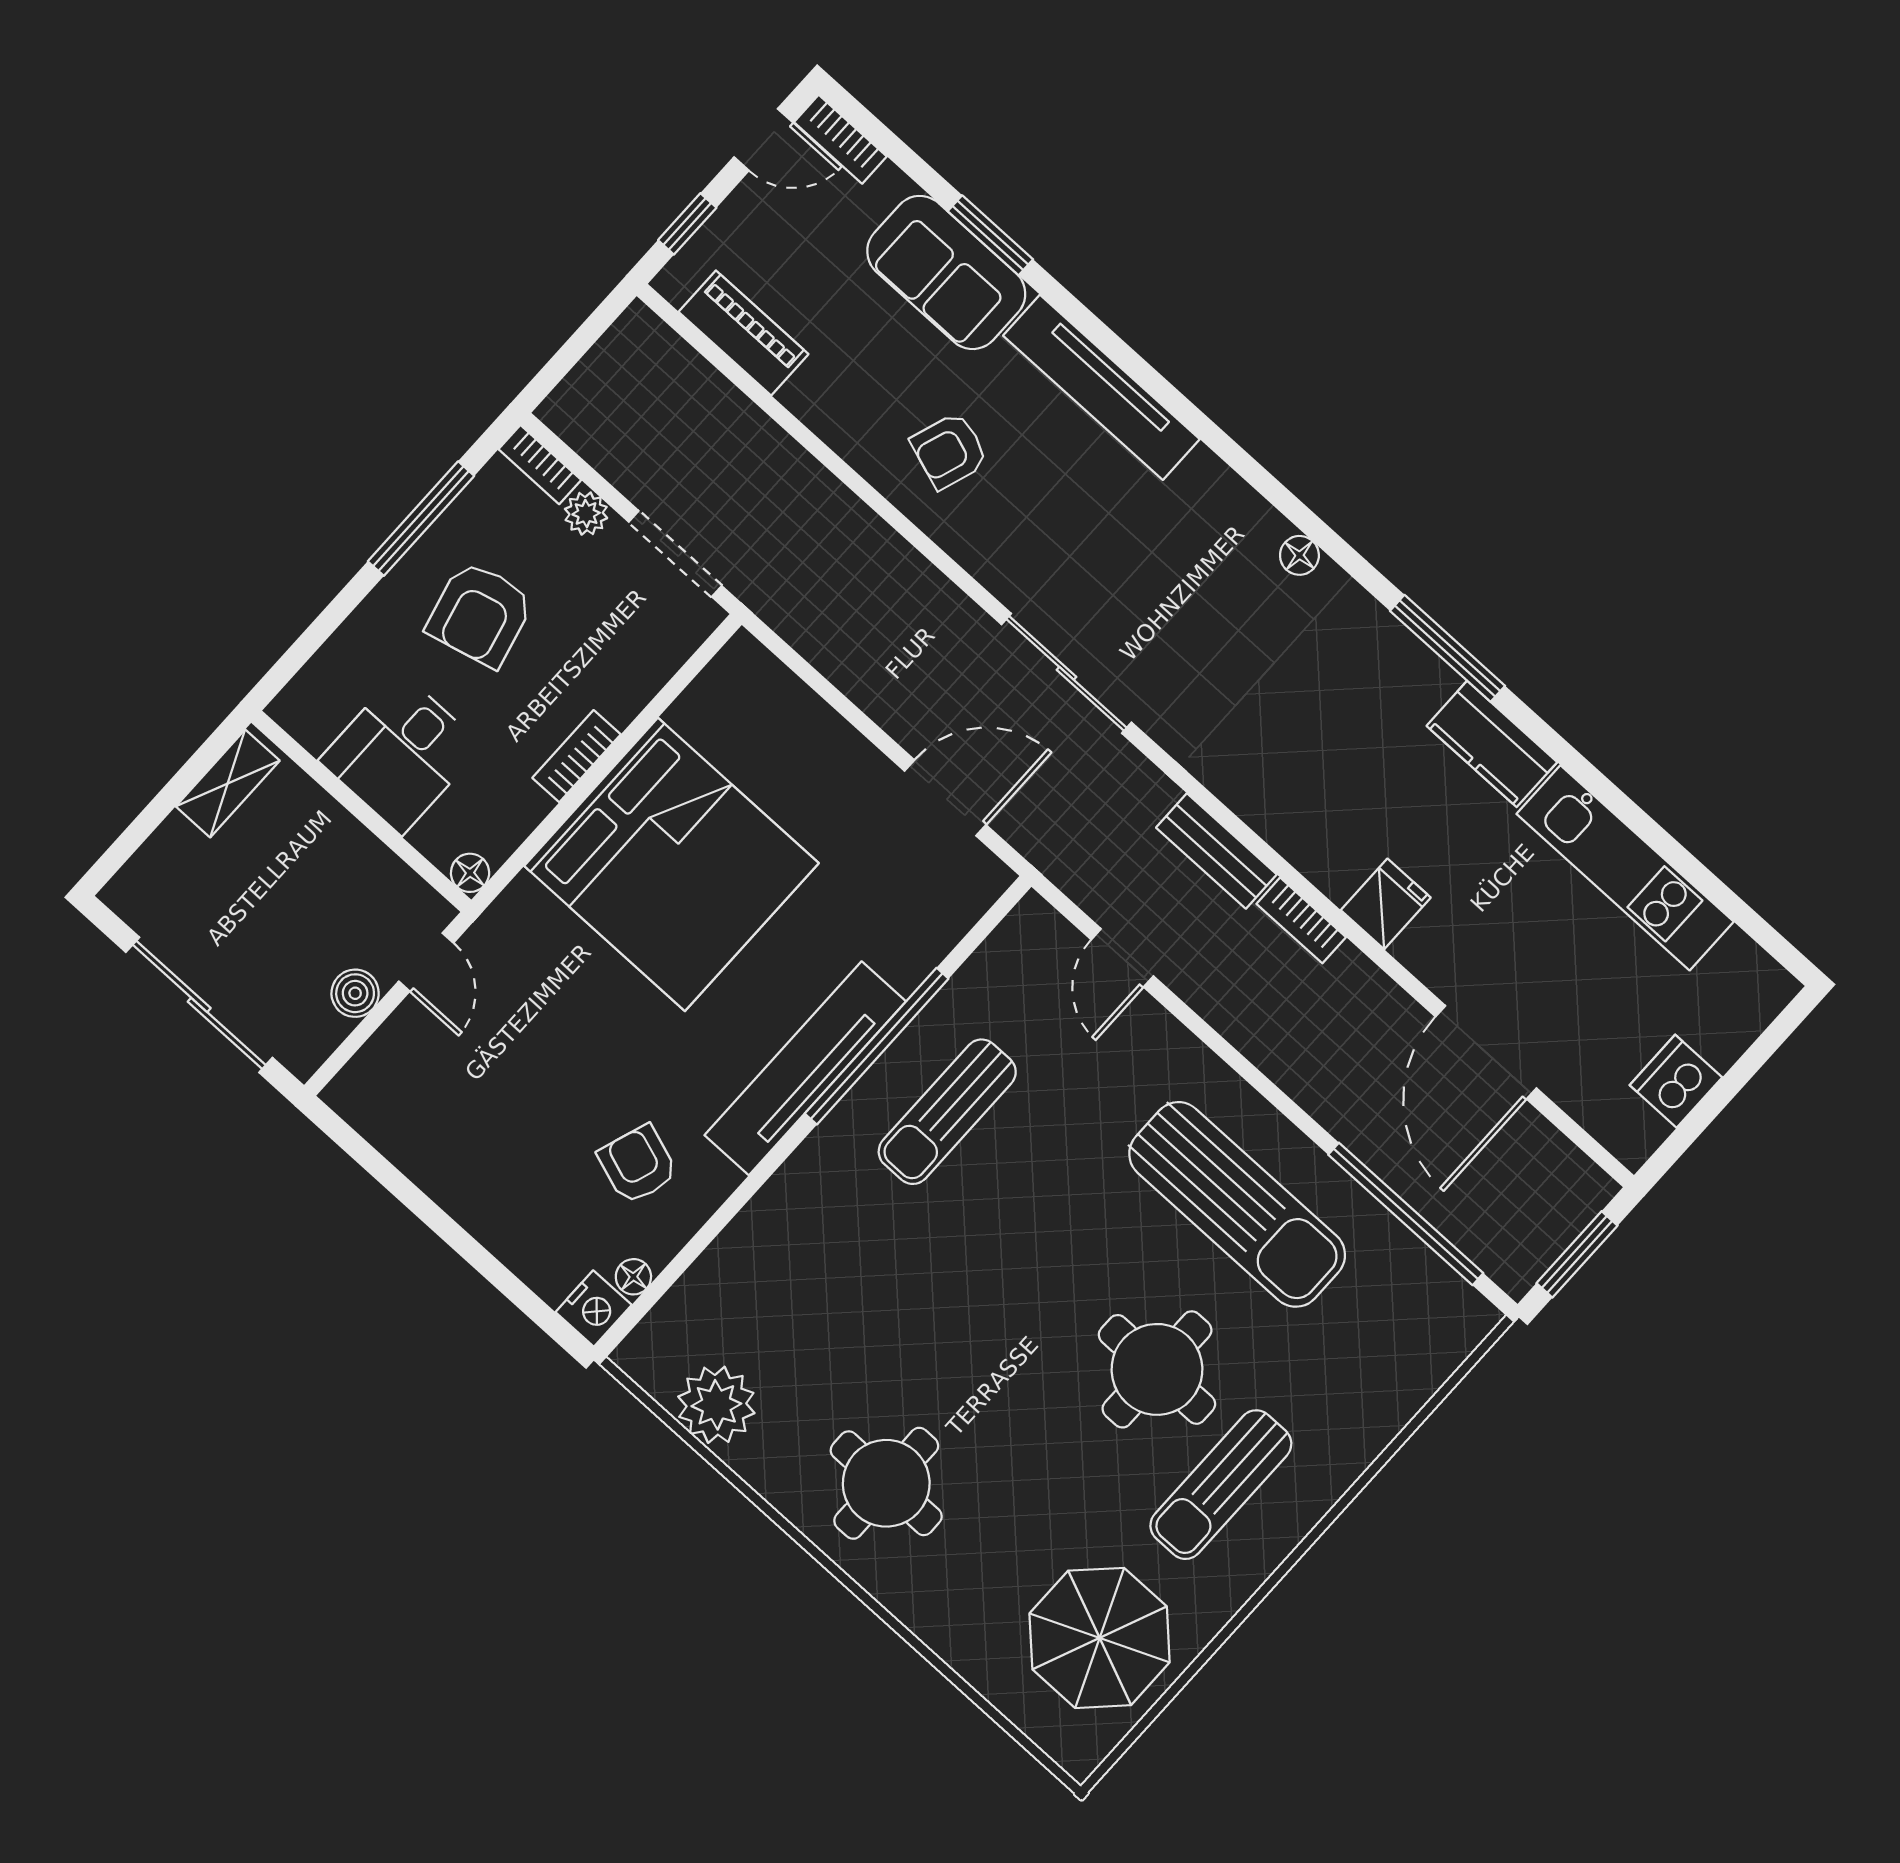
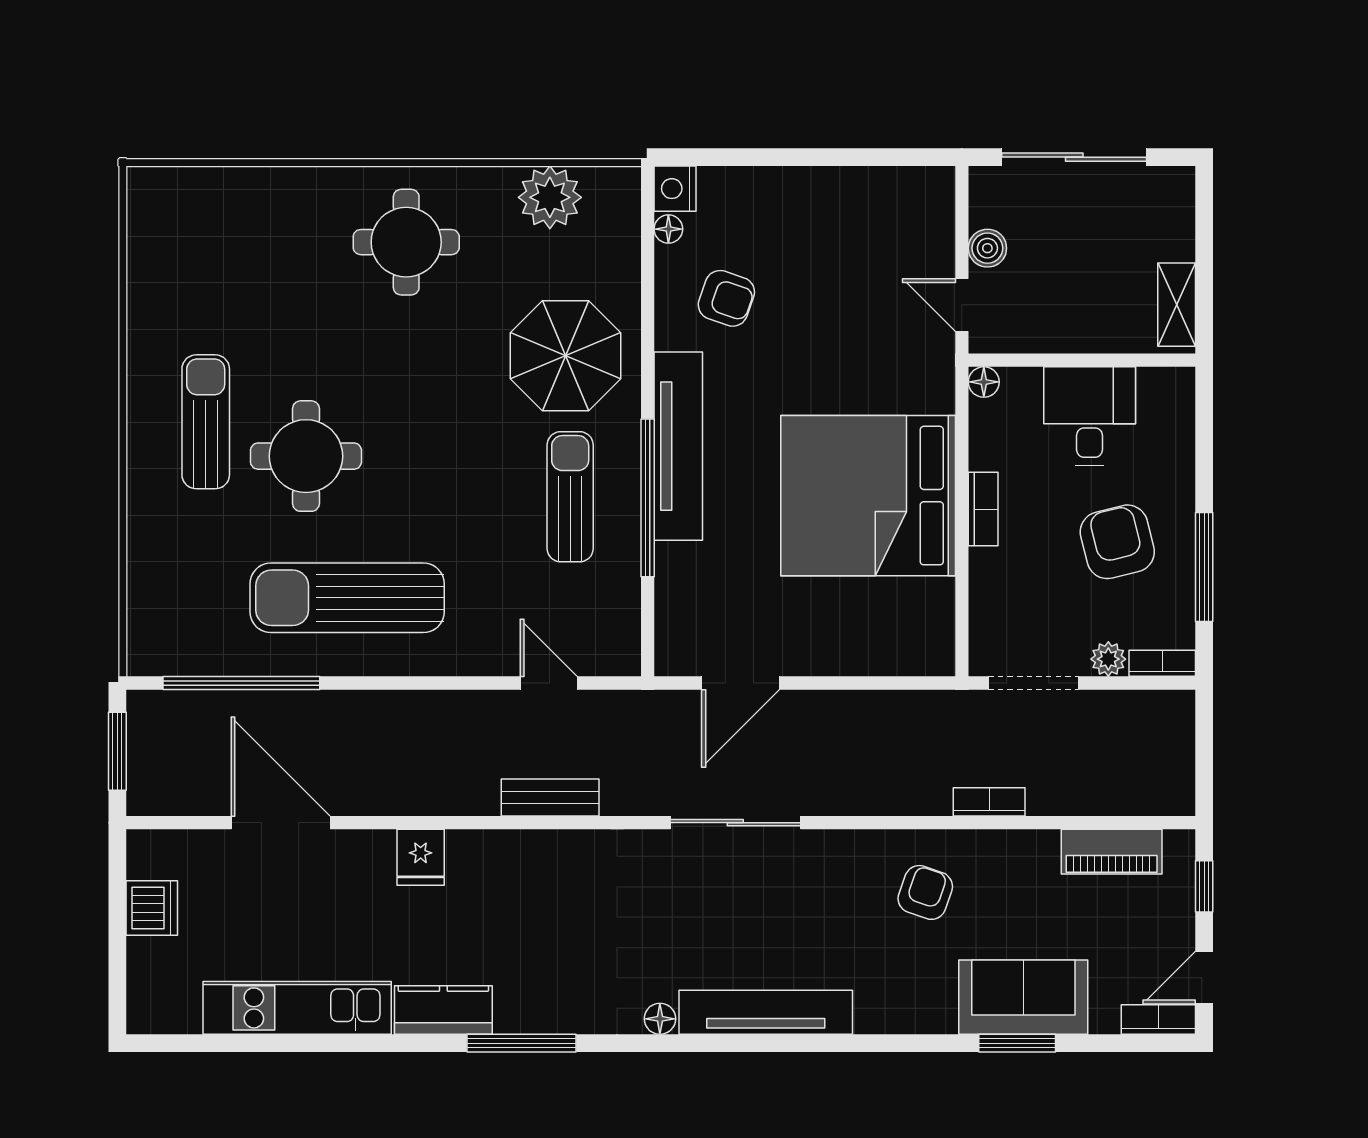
tv unit: (1101, 387) -> (766, 1012), moved
bookcase: (1301, 920) -> (989, 802), moved
parasol: (1100, 1638) -> (565, 356), moved

